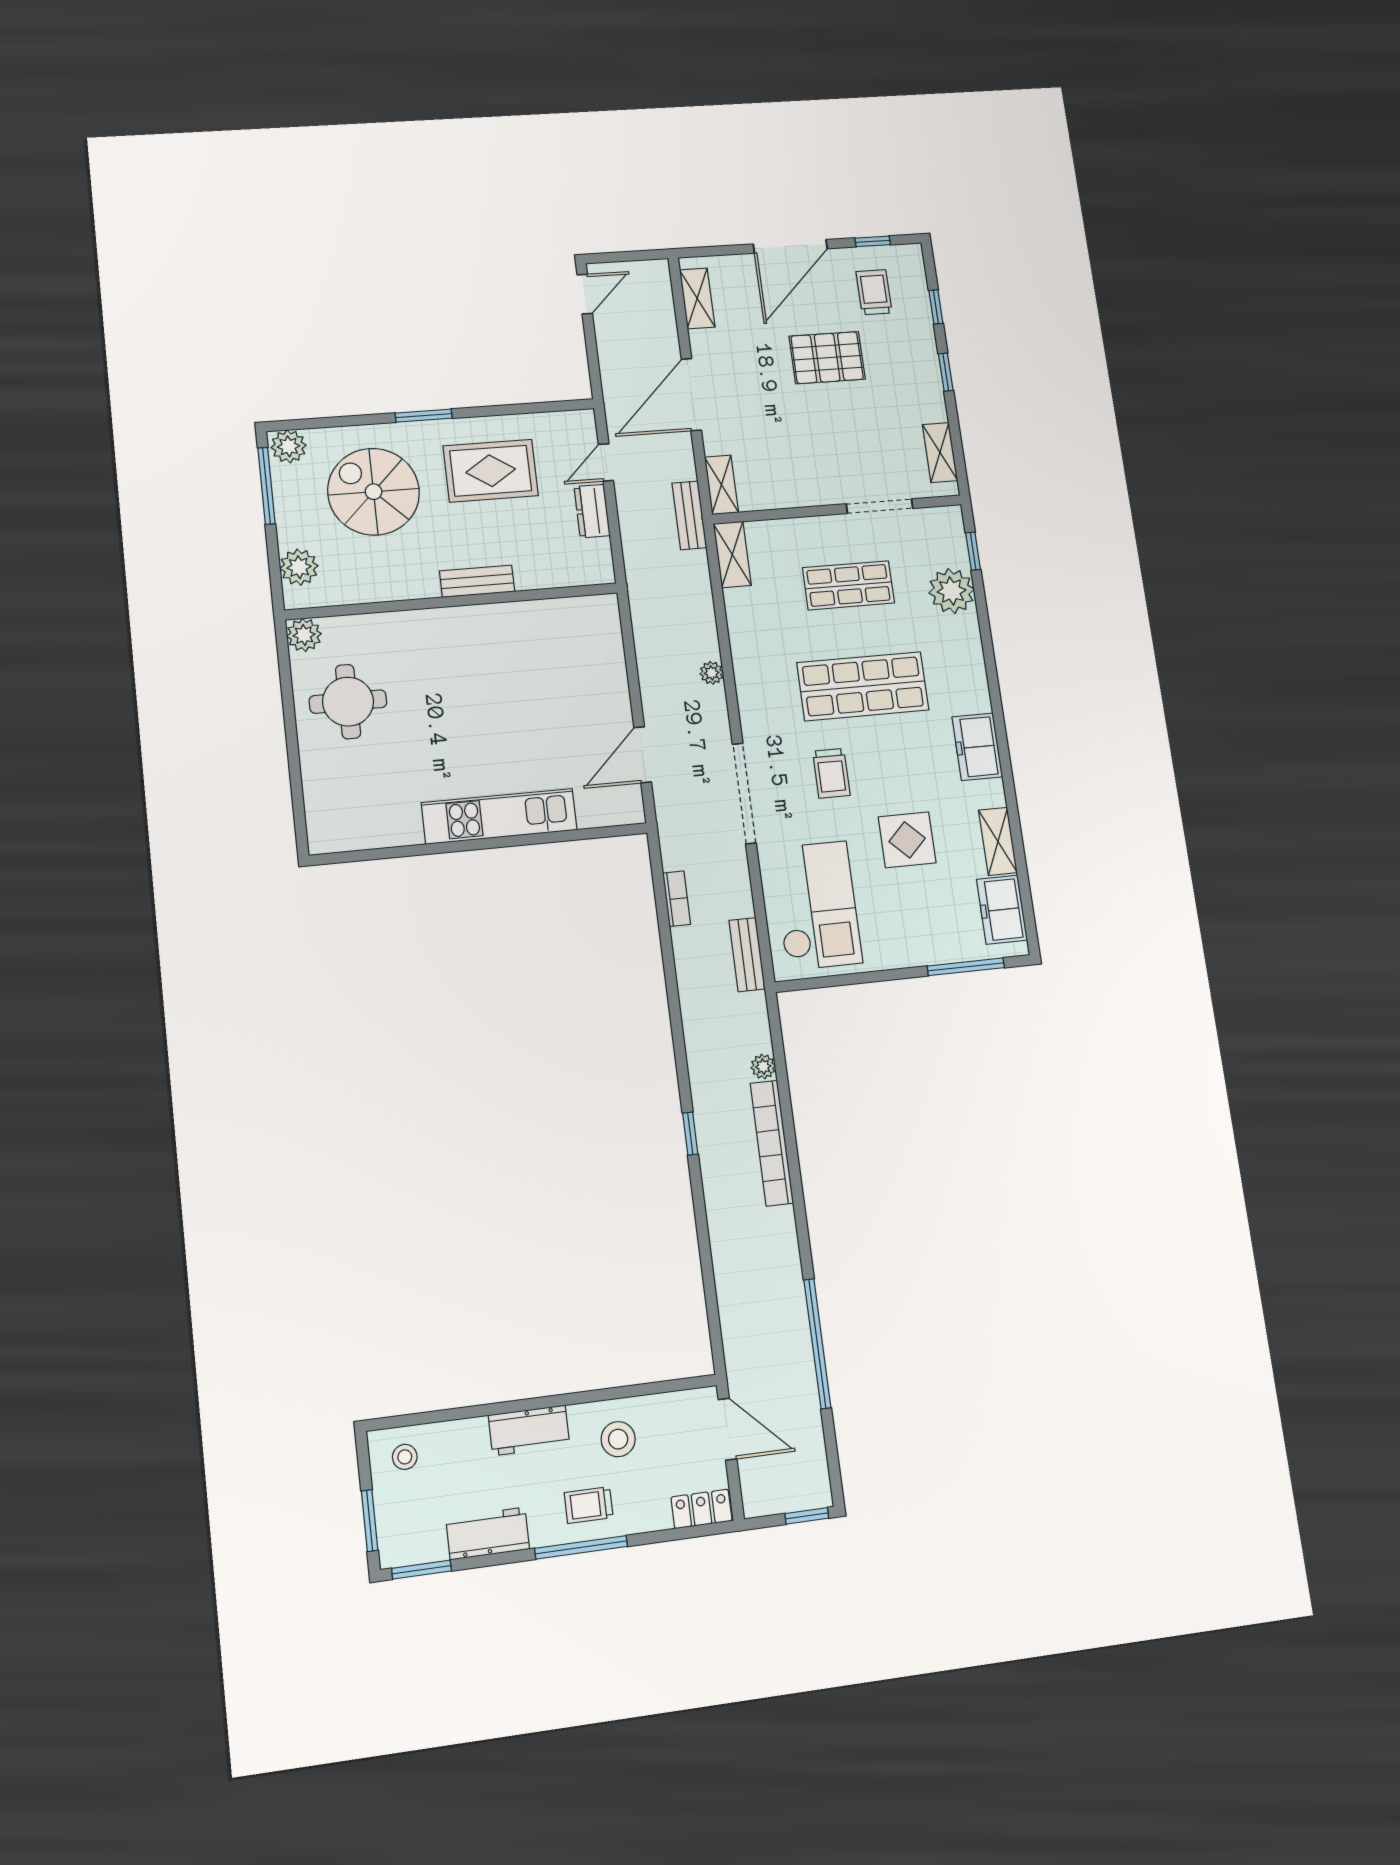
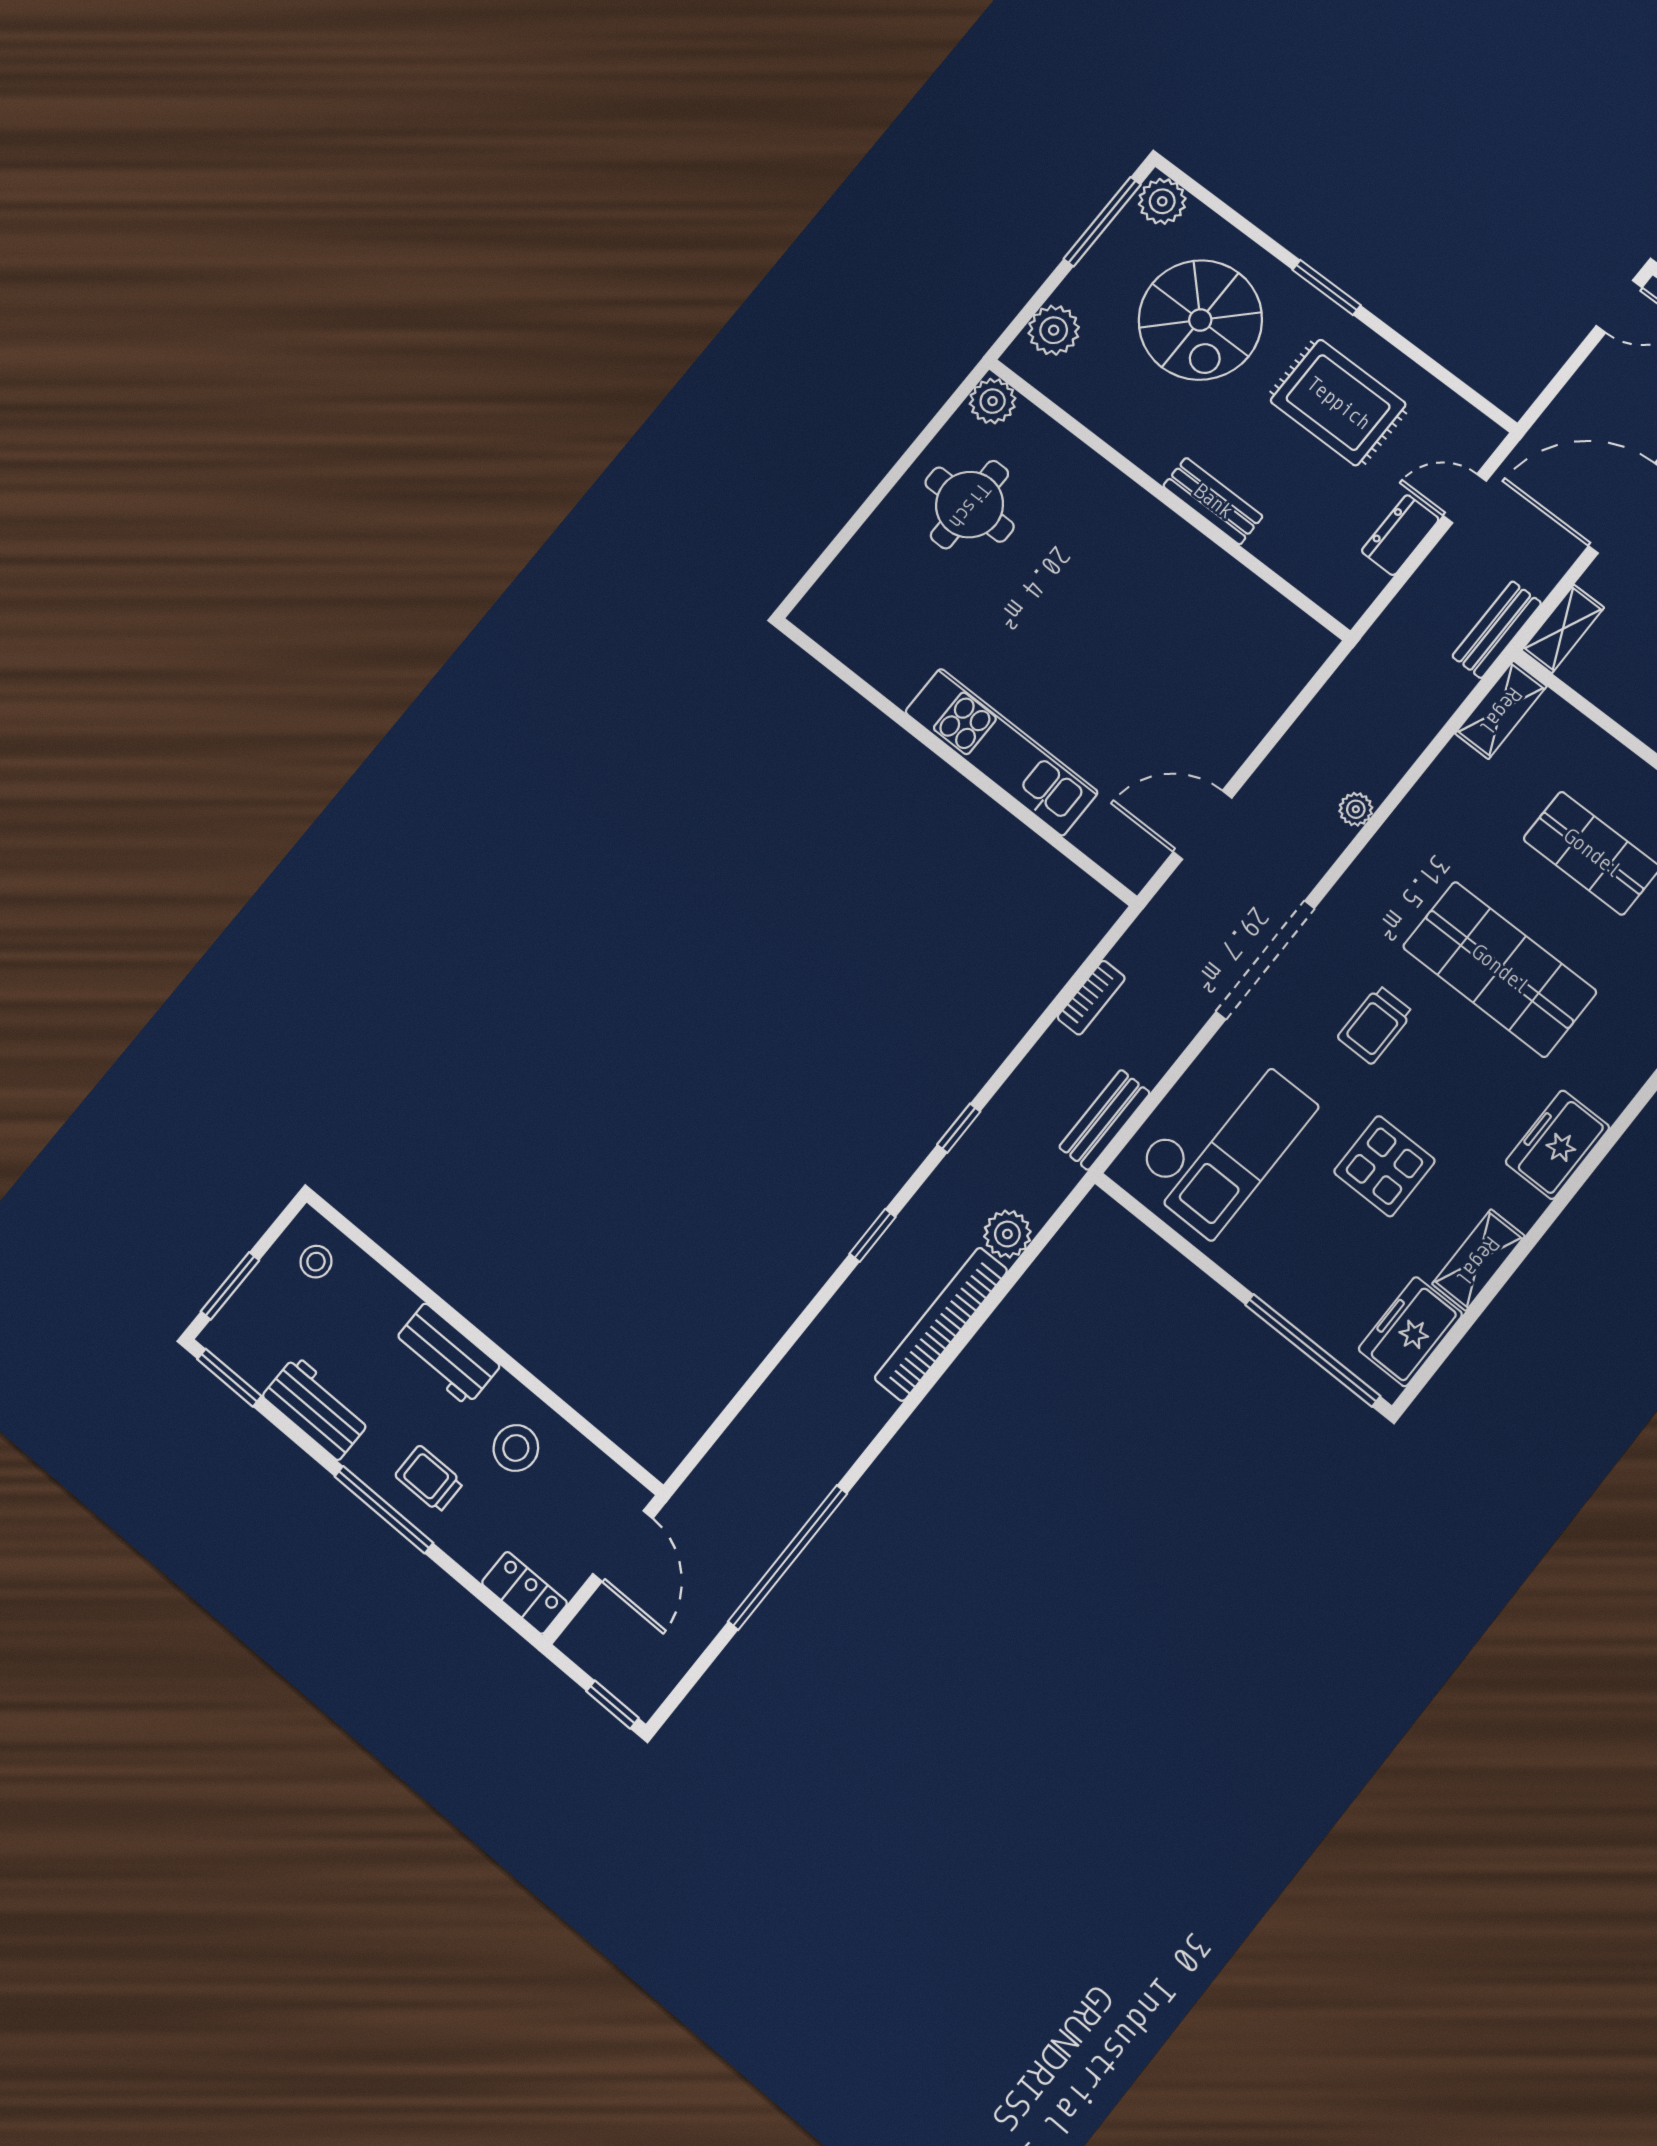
spiral stairs: (374, 492) -> (1200, 320), turned 180
window: (966, 967) -> (1313, 1350), width x1.46
window: (678, 1033) -> (959, 1128), added
plant: (763, 1067) -> (1007, 1234), width x1.38, depth x1.38

